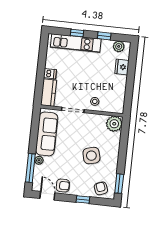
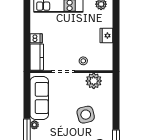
fridge: (122, 67) -> (106, 36), moved
plant: (114, 124) -> (94, 81), moved

